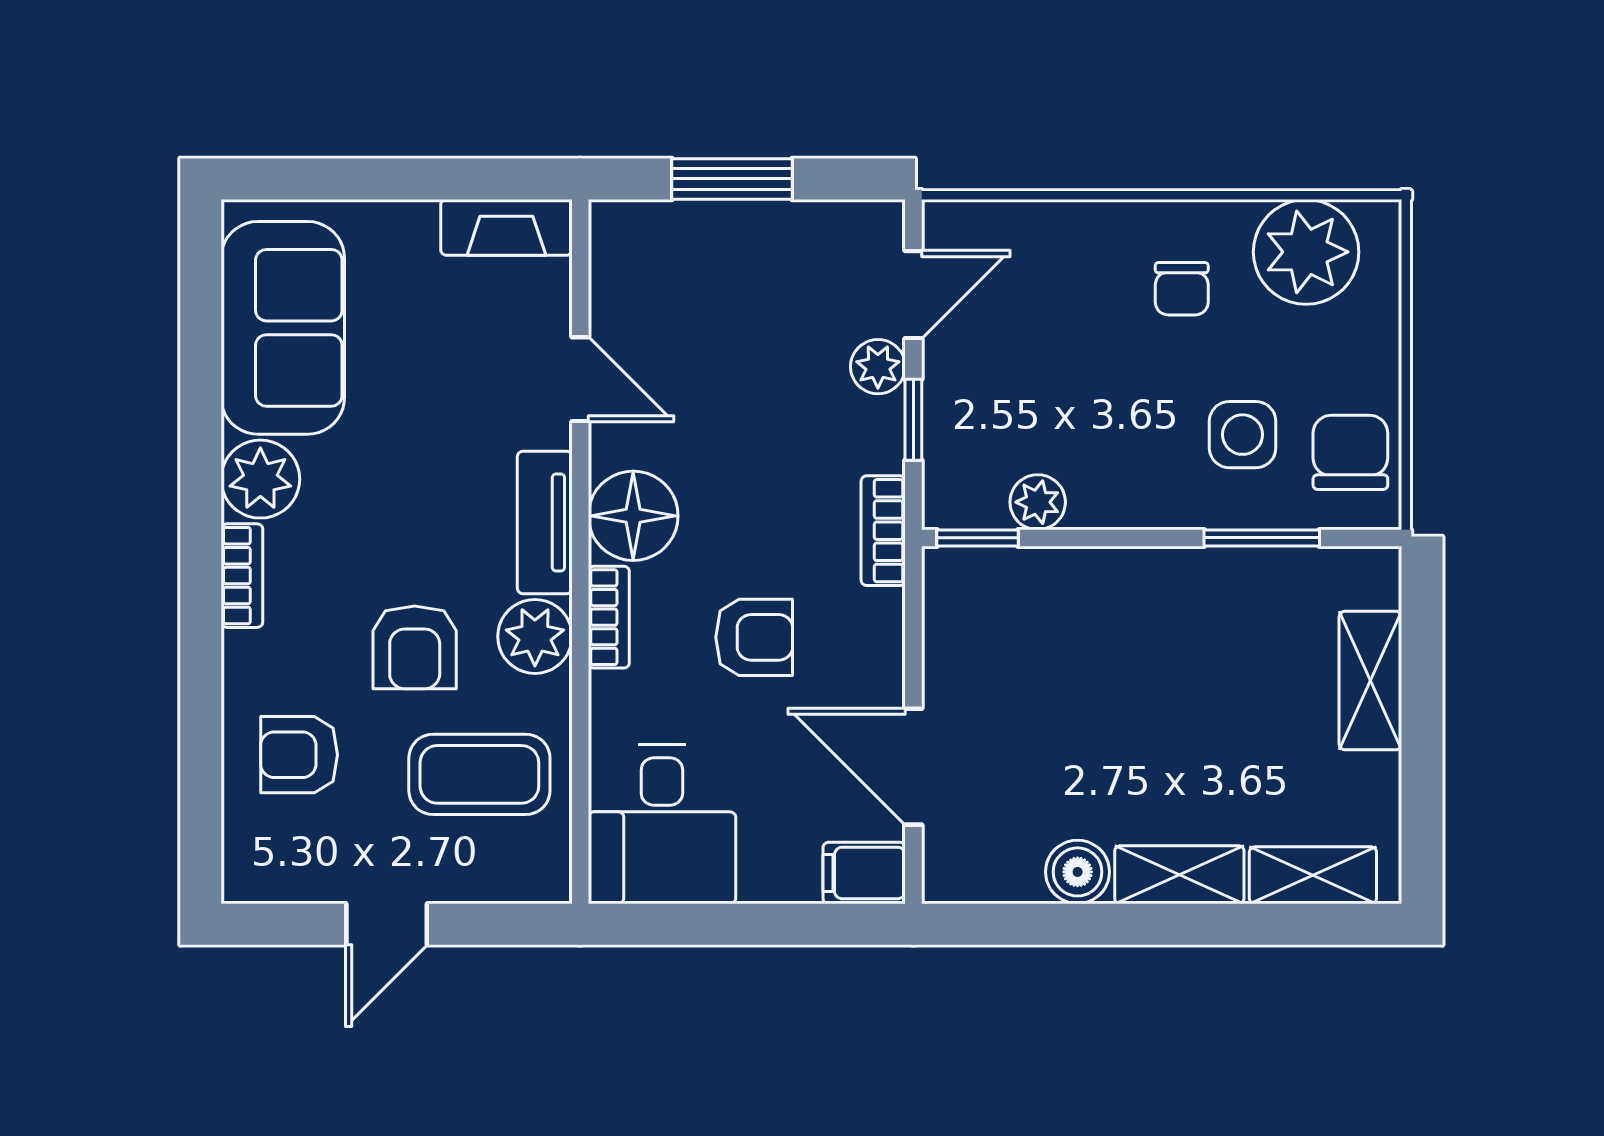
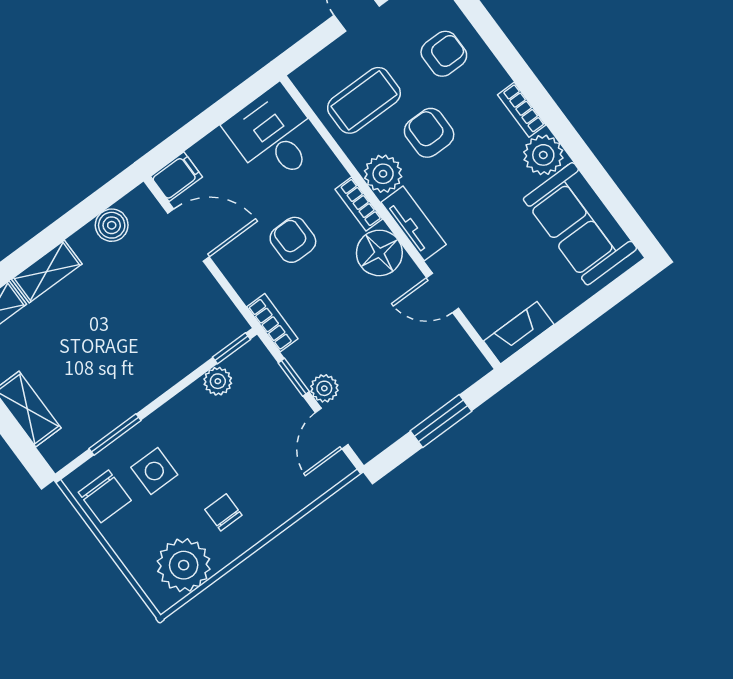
armchair: (754, 637) -> (293, 240), turned 90
boiler: (1078, 872) -> (112, 225), moved

